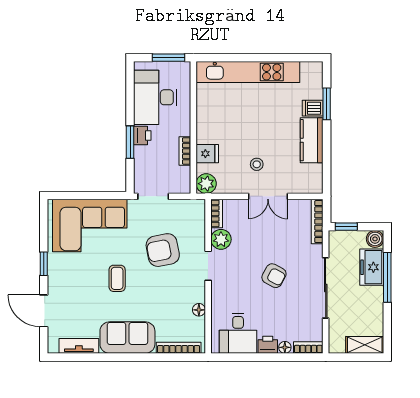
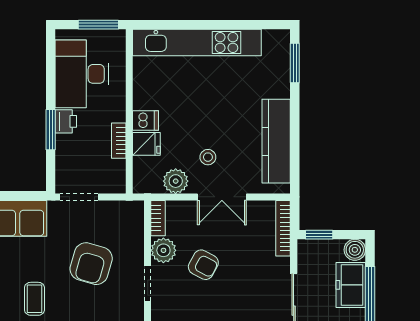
window: (327, 104) -> (295, 63), moved
dishwasher: (313, 108) -> (146, 120), moved, turned 180
kitchen counter: (312, 140) -> (276, 141), width x1.50
plant: (206, 184) -> (176, 181), moved
armchair: (163, 250) -> (91, 264), turned -63
armchair: (274, 276) -> (203, 265), moved

